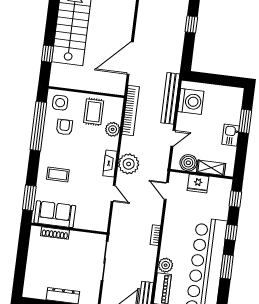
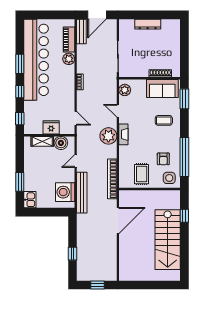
plant: (113, 129) -> (125, 90), moved
kitchen sink: (231, 135) -> (30, 200), moved

